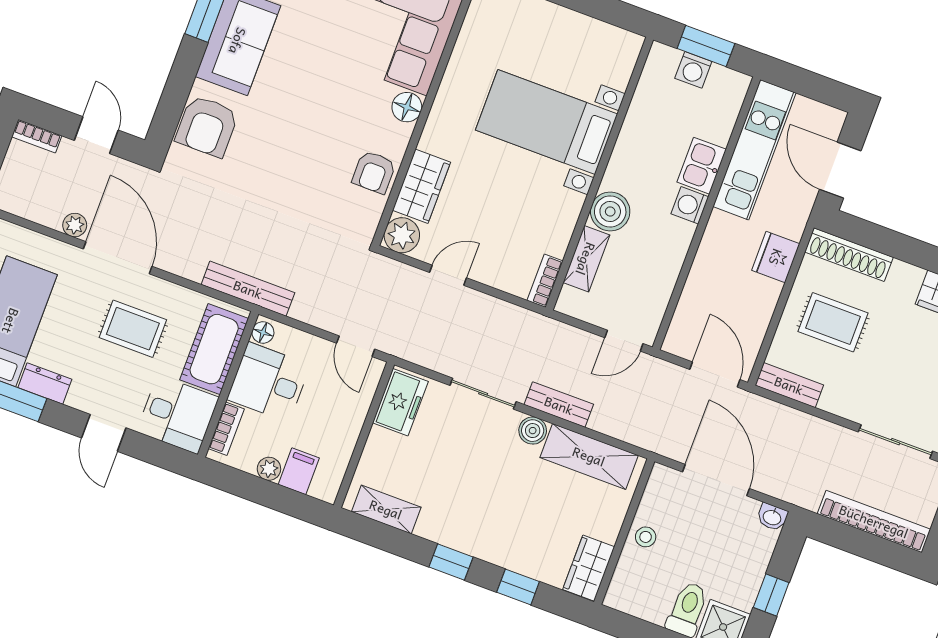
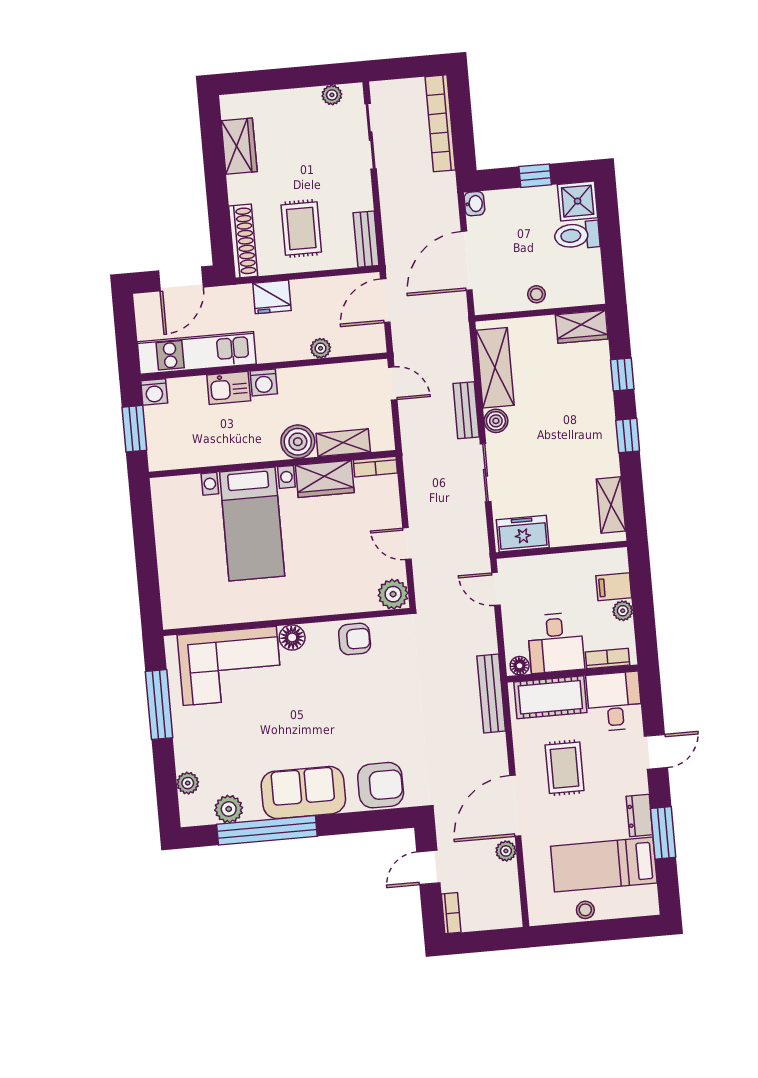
washing machine: (693, 70) -> (154, 392), moved, turned 90
wardrobe: (421, 186) -> (325, 479), moved, turned 180
plant: (697, 282) -> (321, 348), added
door: (356, 346) -> (496, 589), swing flipped

